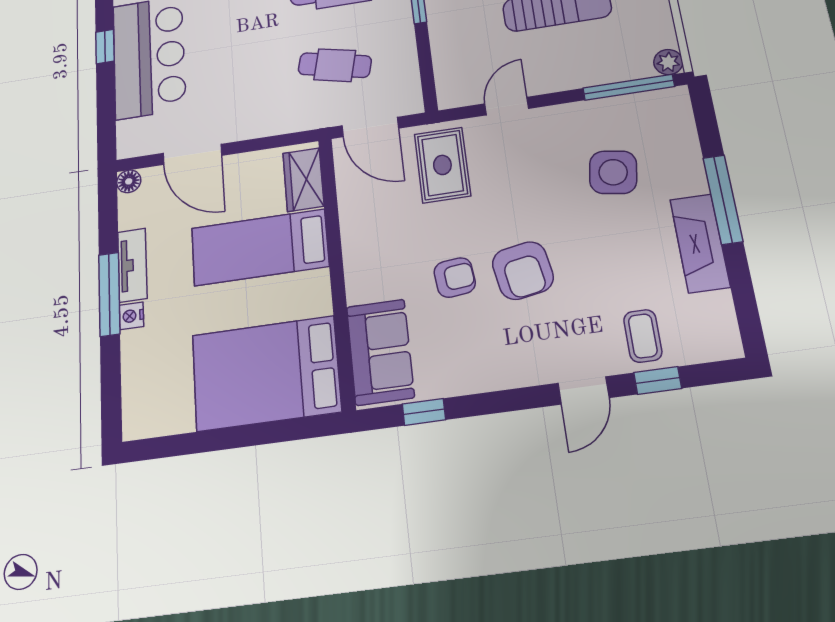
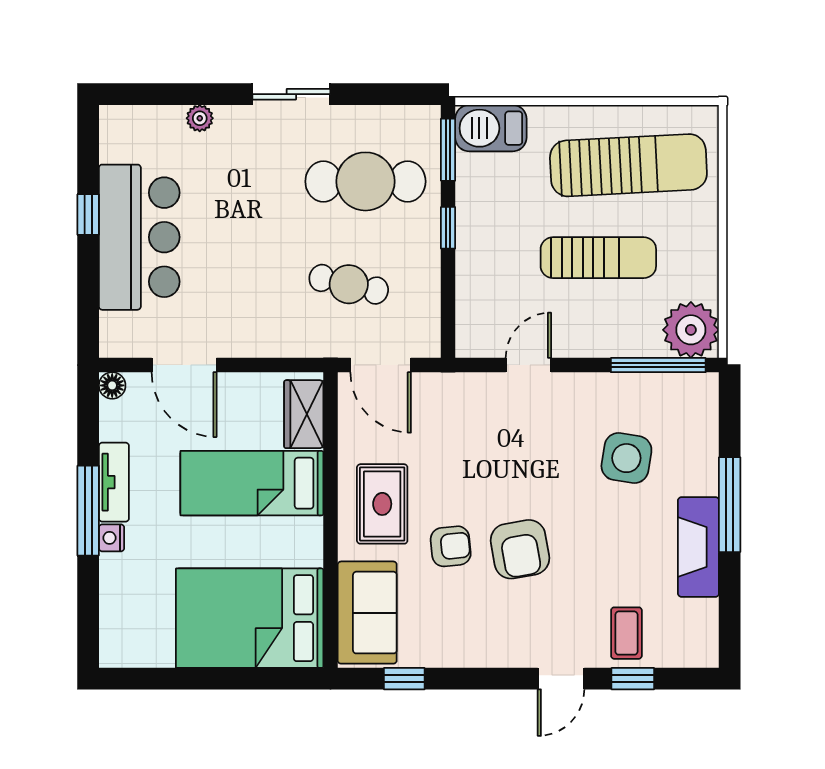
plant: (668, 62) -> (691, 330), width x1.87, depth x1.87
rug: (442, 165) -> (382, 504), moved

